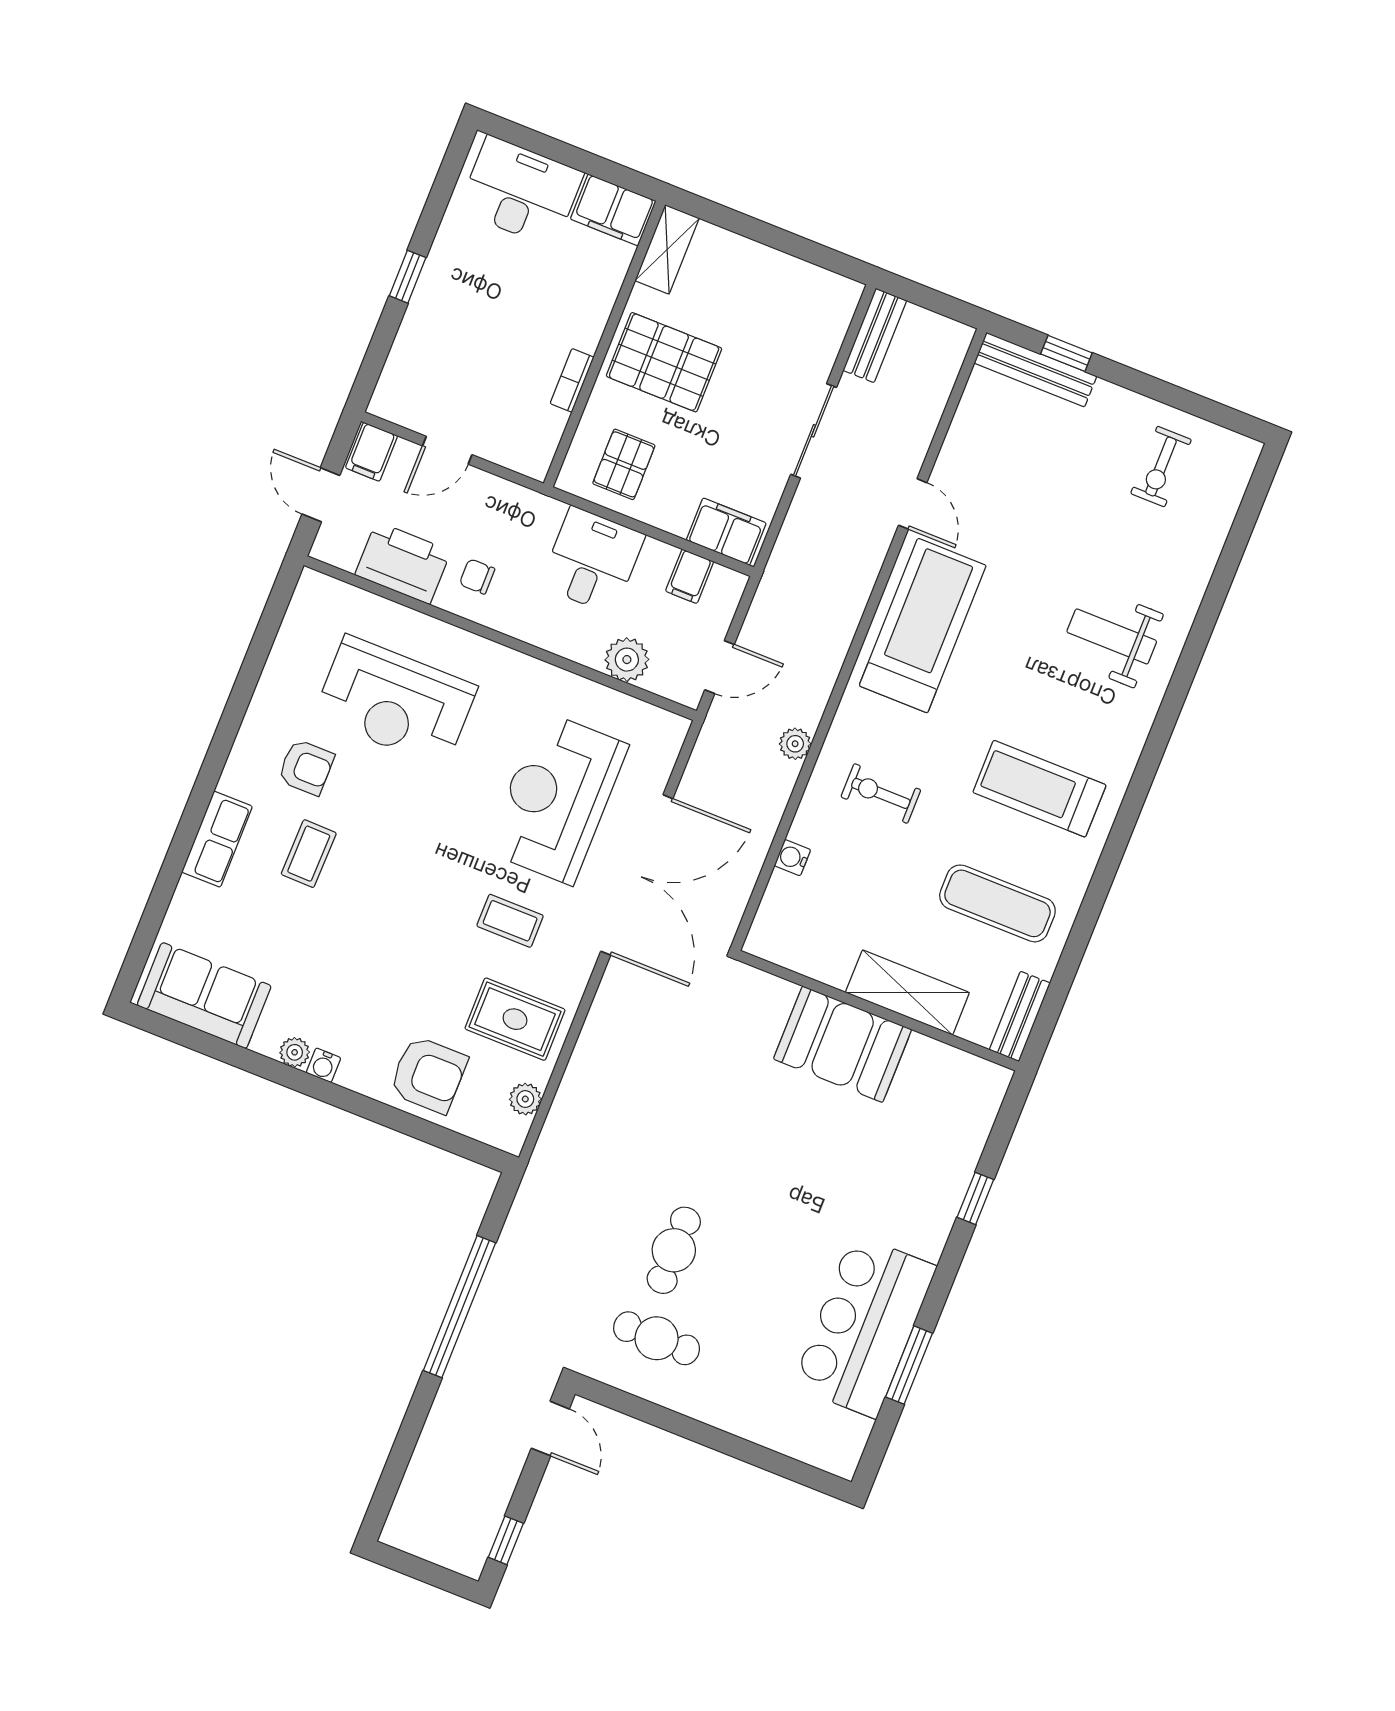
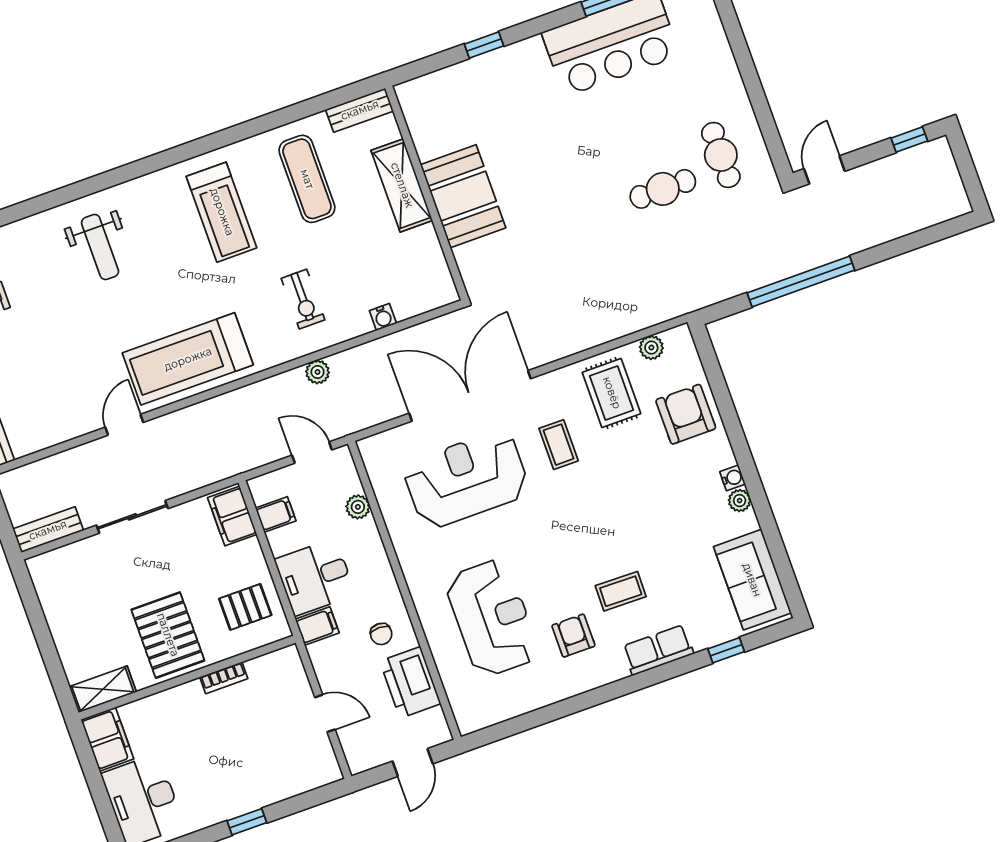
filing cabinet: (371, 452) -> (317, 626), moved
plant: (627, 660) -> (358, 507), width x0.73, depth x0.73
reception desk: (557, 798) -> (466, 479), turned 180
window: (157, 907) -> (726, 650), added

